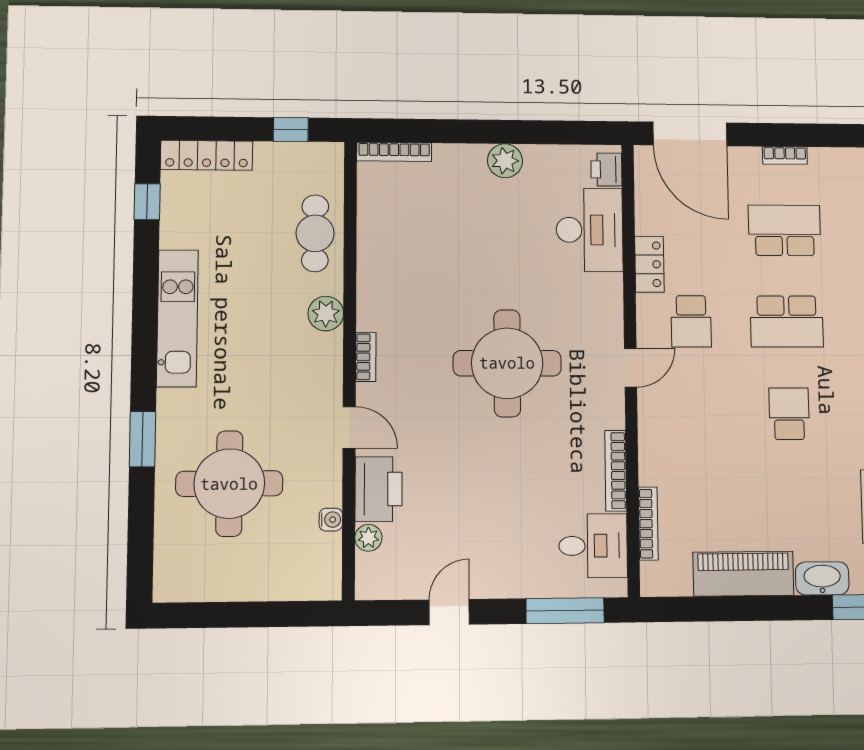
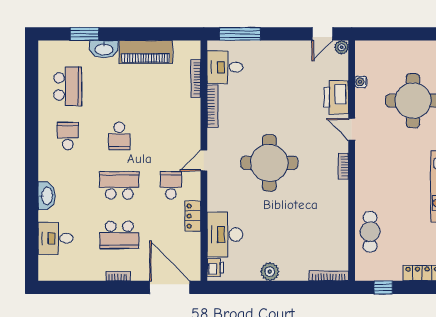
plant: (326, 314) -> (364, 189), removed
plant: (368, 538) -> (342, 47), moved
door: (449, 612) -> (322, 34), moved

